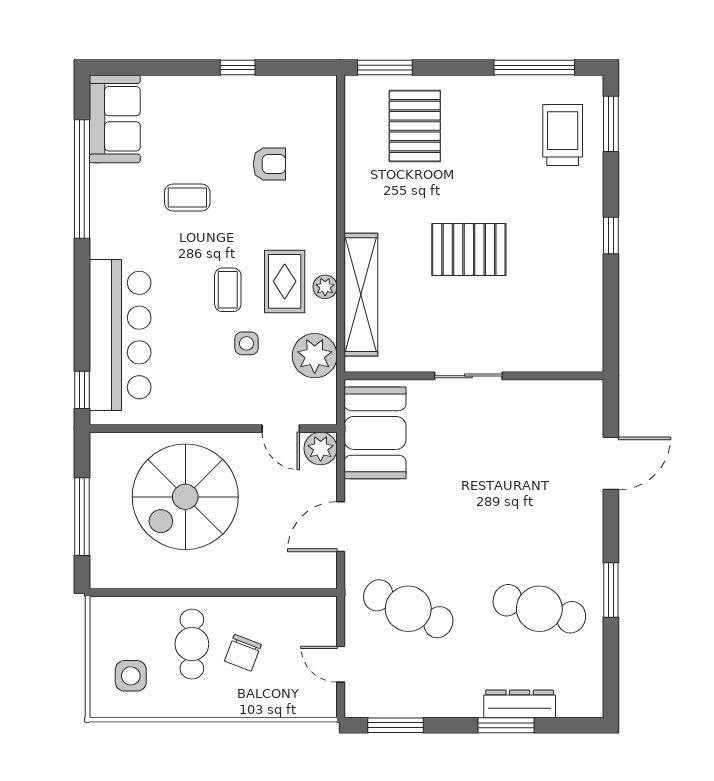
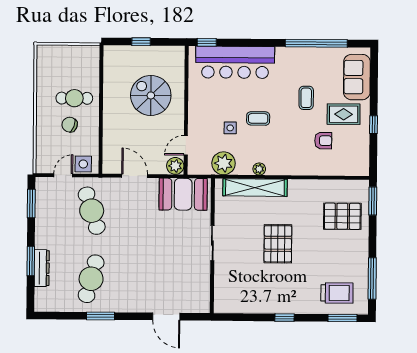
sofa: (115, 119) -> (357, 77), moved, turned 90
armchair: (269, 164) -> (323, 141), turned -90
rug: (285, 281) -> (344, 114), moved
spiral stairs: (185, 497) -> (151, 95), width x0.73, depth x0.73
window: (82, 517) -> (141, 42), width x0.46
cafe table: (408, 609) -> (92, 211), turned -42
side table: (131, 676) -> (83, 164), moved

